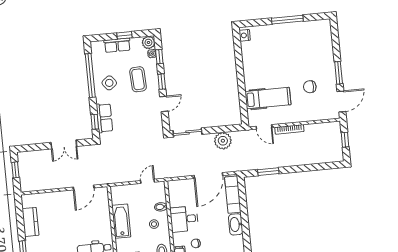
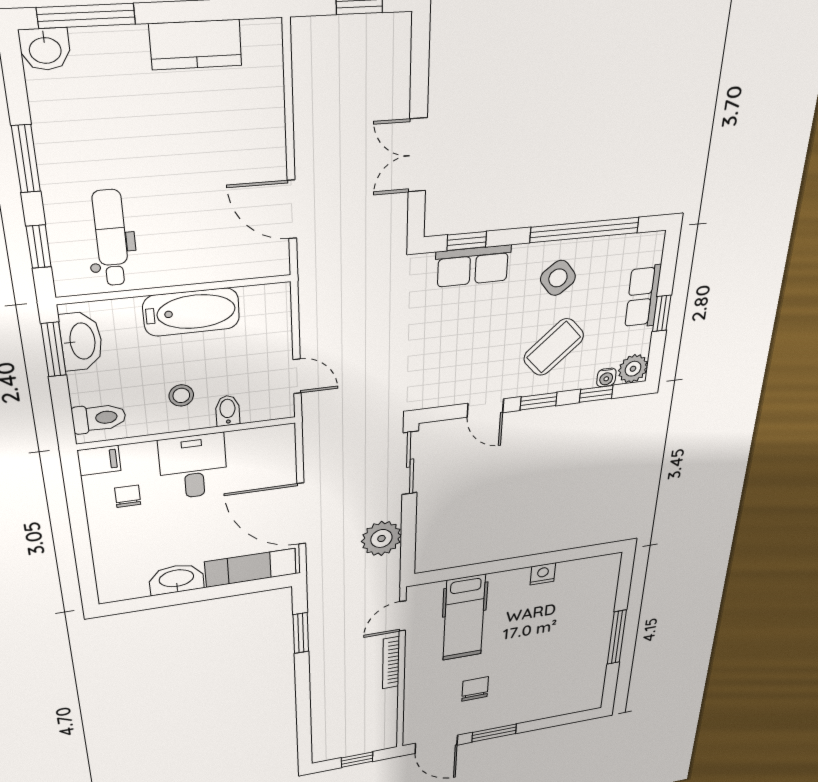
nightstand: (245, 35) -> (543, 574), moved
coffee table: (138, 79) -> (554, 347), turned -39

